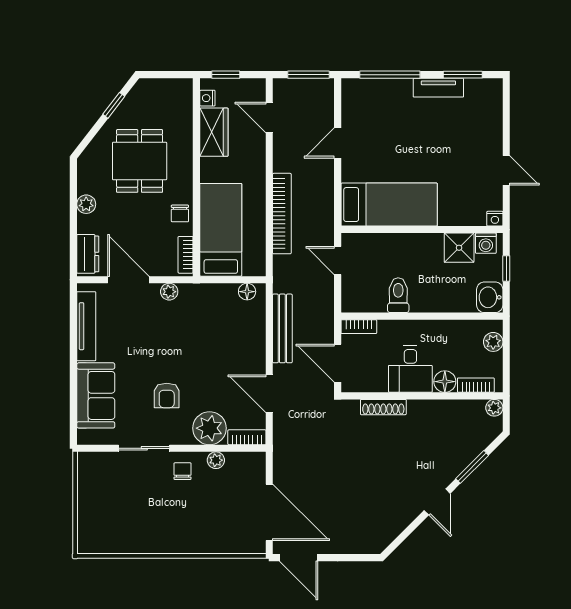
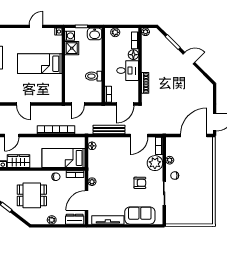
bed: (389, 205) -> (40, 64), moved, turned -90

